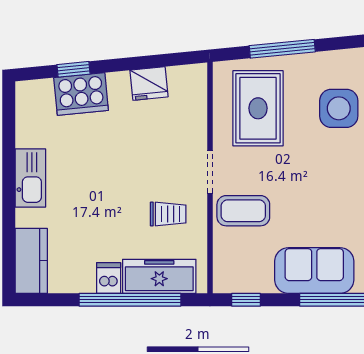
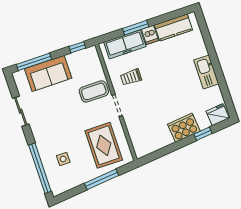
fridge: (149, 83) -> (218, 115), moved
cooker: (81, 94) -> (184, 128), moved
side table: (339, 108) -> (63, 159), width x0.54, depth x0.54
kitchen counter: (31, 261) -> (173, 28), moved, turned -90
window: (130, 300) -> (136, 28), width x0.47

